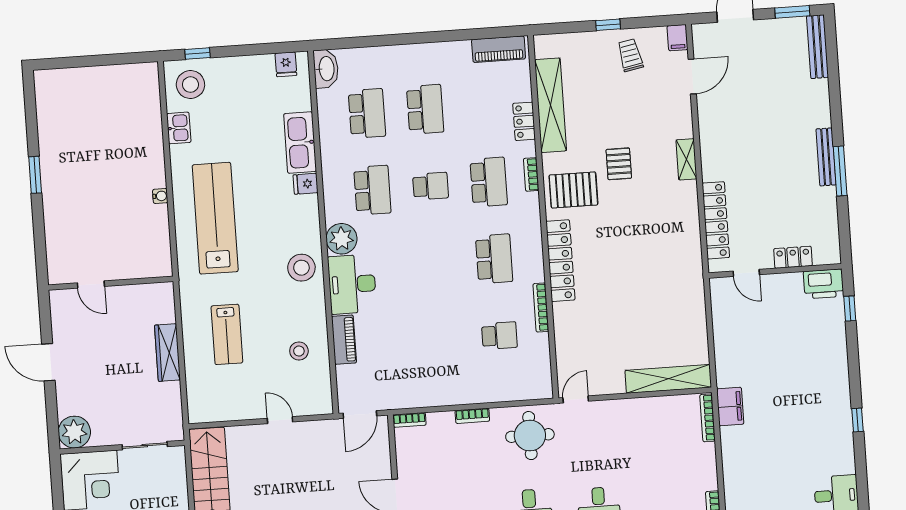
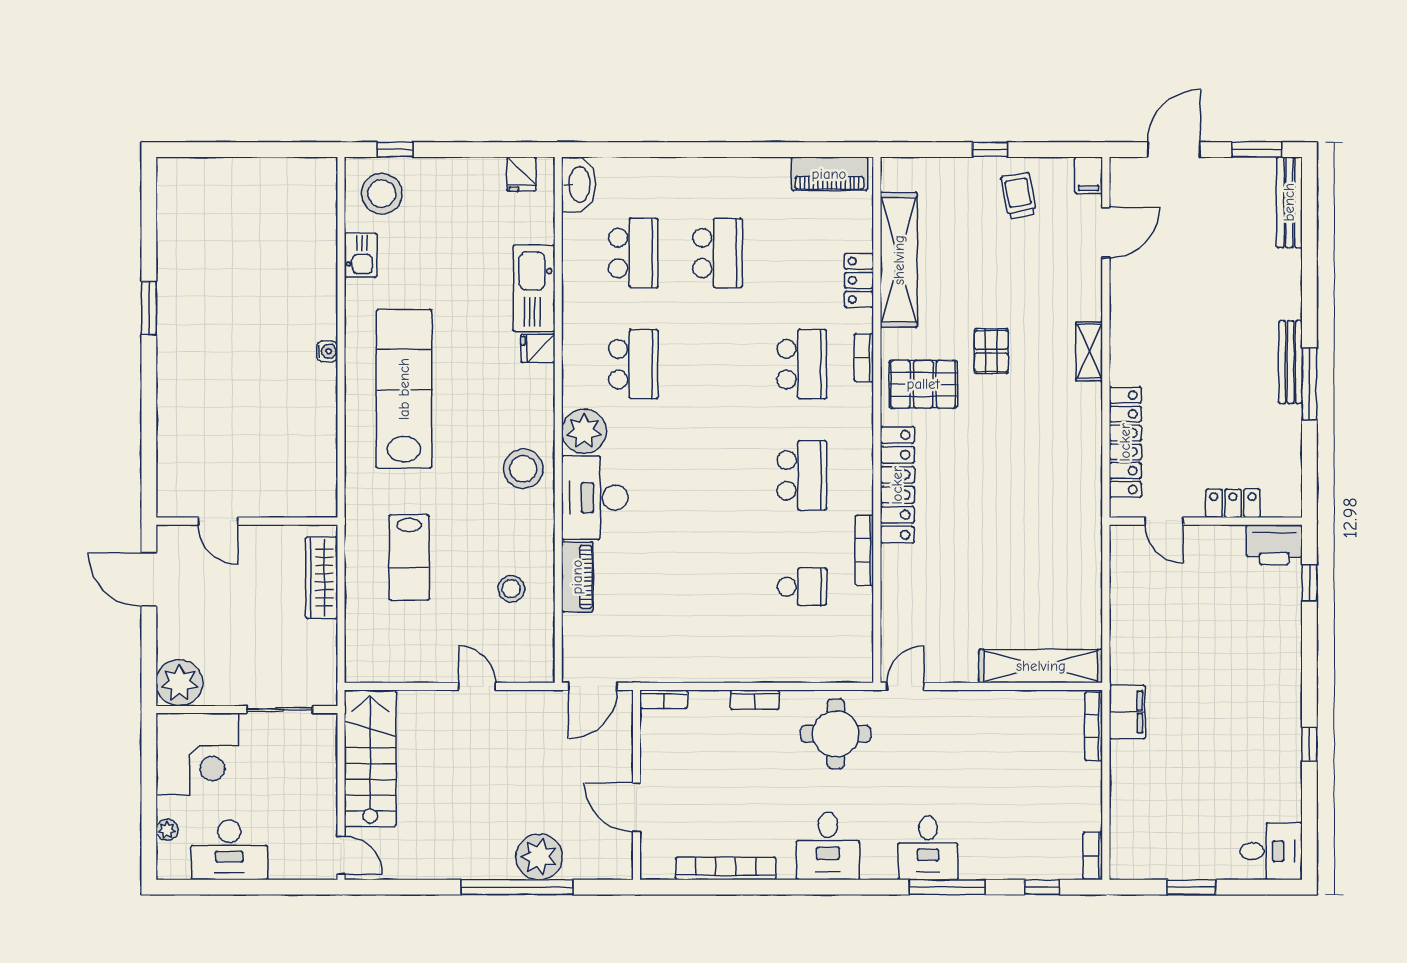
school desk: (431, 186) -> (718, 364), removed
wall: (111, 283) -> (247, 521), moved
door: (91, 285) -> (218, 521), moved

